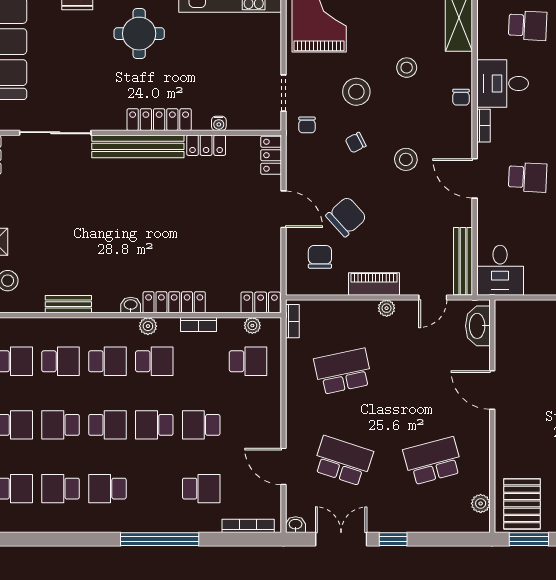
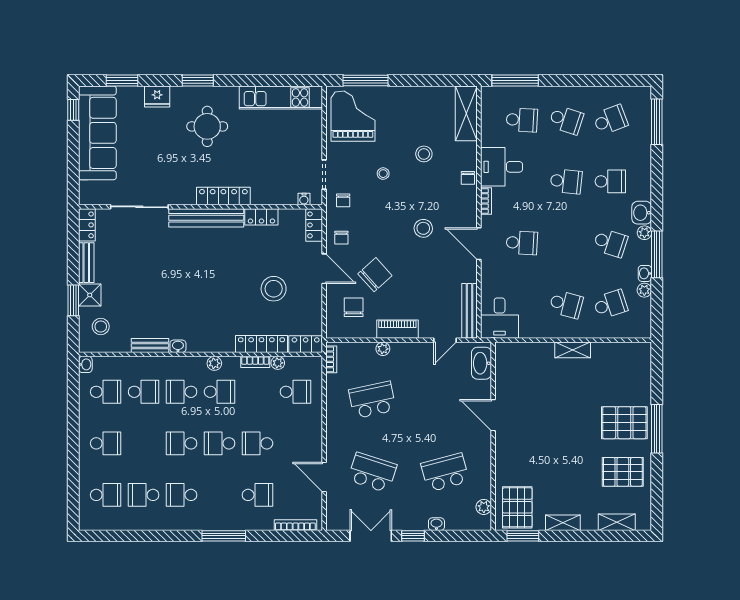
stool: (356, 92) -> (383, 174), width x0.53, depth x0.53
water cooler: (219, 123) -> (304, 199), moved
chair: (356, 143) -> (341, 238), moved, turned -63
stool: (221, 234) -> (274, 289), added
locker: (174, 302) -> (261, 344), moved
washbasin: (131, 305) -> (178, 346), moved
plant: (387, 308) -> (383, 349), moved
plant: (252, 325) -> (278, 363), moved
school desk: (107, 361) -> (182, 392), turned 180
school desk: (61, 425) -> (144, 443), removed
school desk: (107, 425) -> (182, 443), turned 180
washbasin: (296, 525) -> (436, 524), moved
window: (160, 539) -> (224, 536), width x0.68

